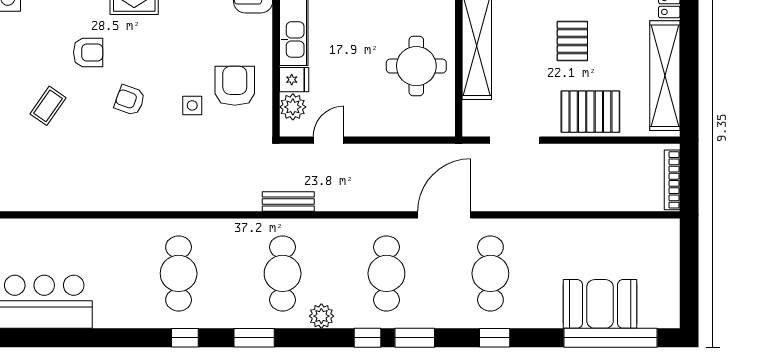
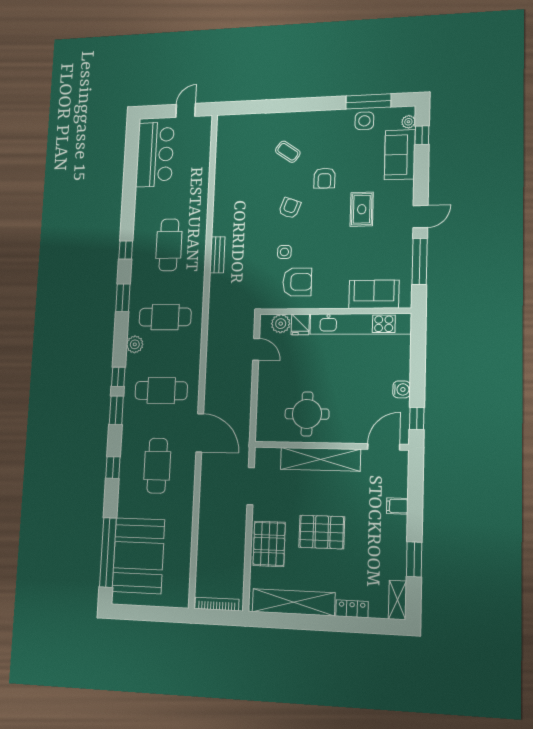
pallet: (572, 41) -> (322, 532), width x1.50, depth x1.42
bench: (288, 202) -> (217, 255), moved
cafe table: (179, 273) -> (169, 245), turned 90
cafe table: (490, 273) -> (157, 466), turned 90
booth: (600, 304) -> (138, 556), width x1.36, depth x1.42

